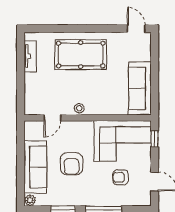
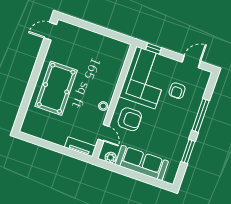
tv unit: (30, 56) -> (80, 147), moved
sofa: (140, 88) -> (104, 46), removed
armchair: (72, 164) -> (130, 119), moved
plant: (30, 200) -> (111, 158), moved

